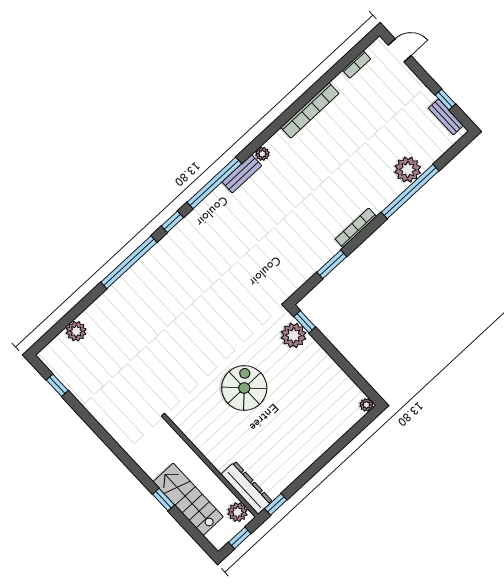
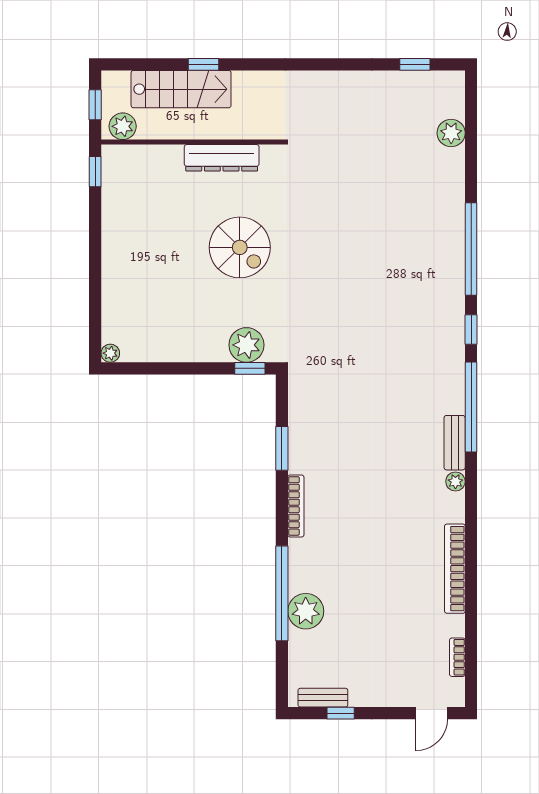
dresser: (247, 488) -> (222, 158), moved

